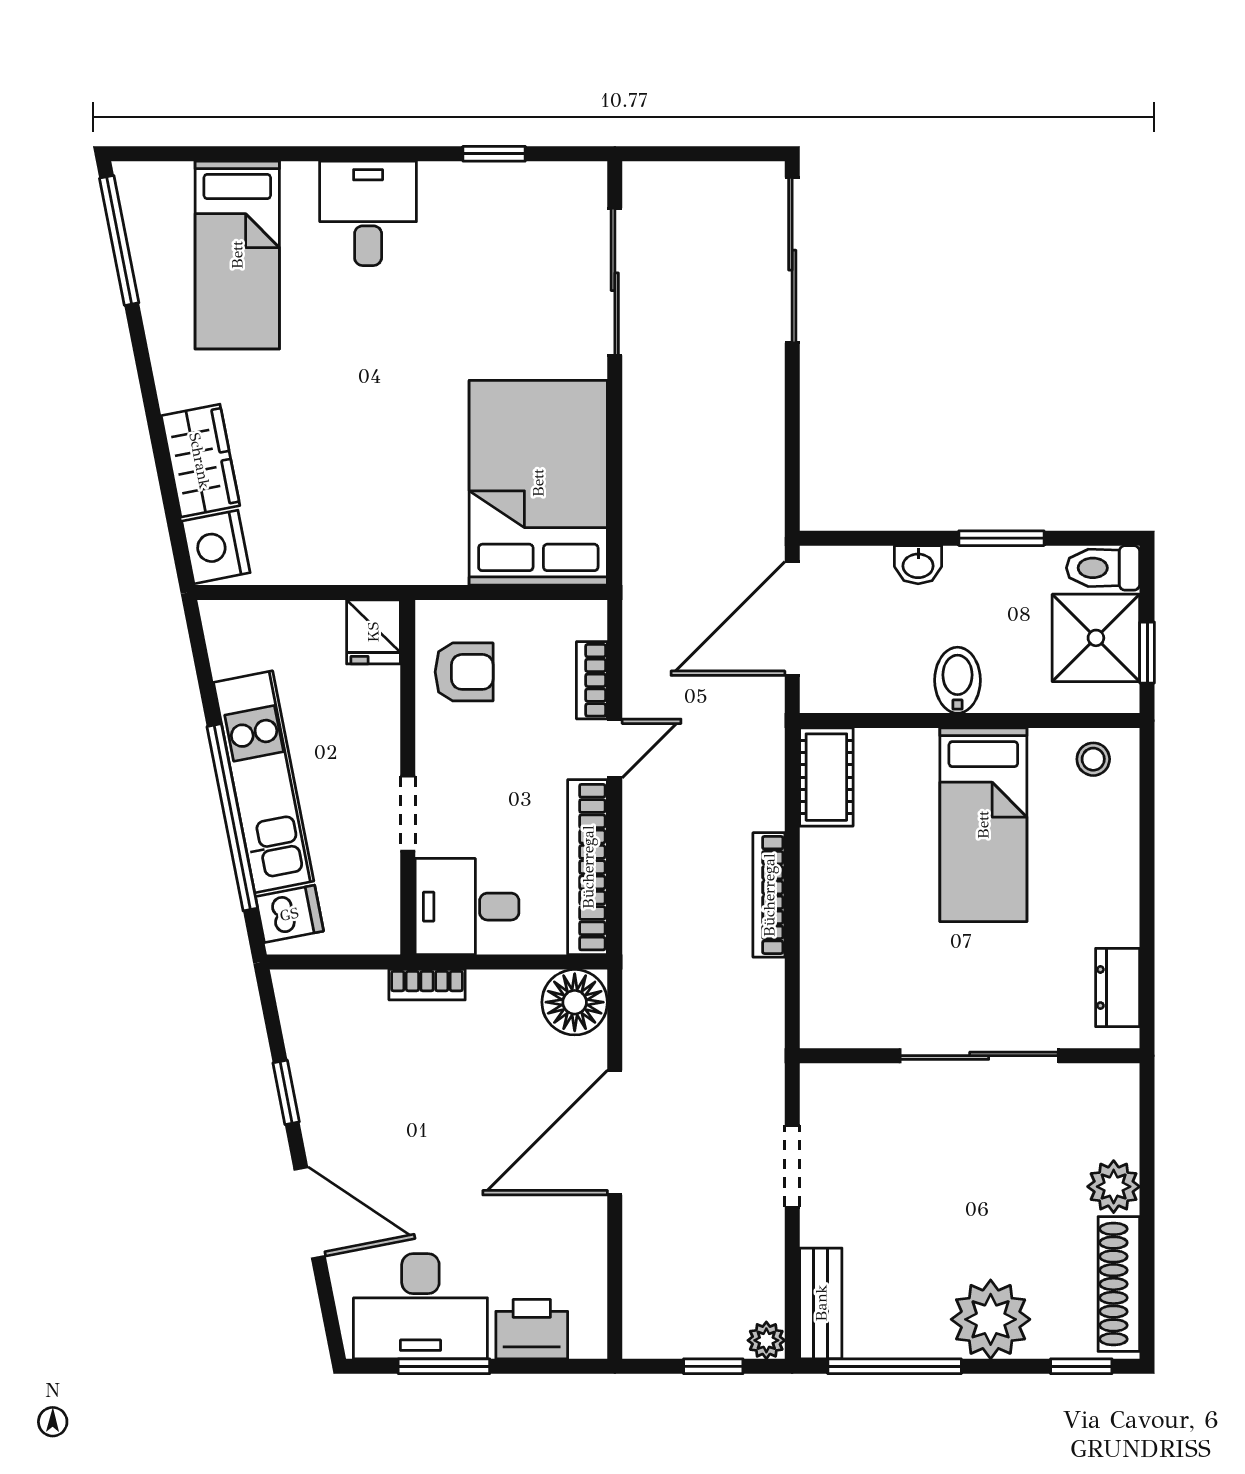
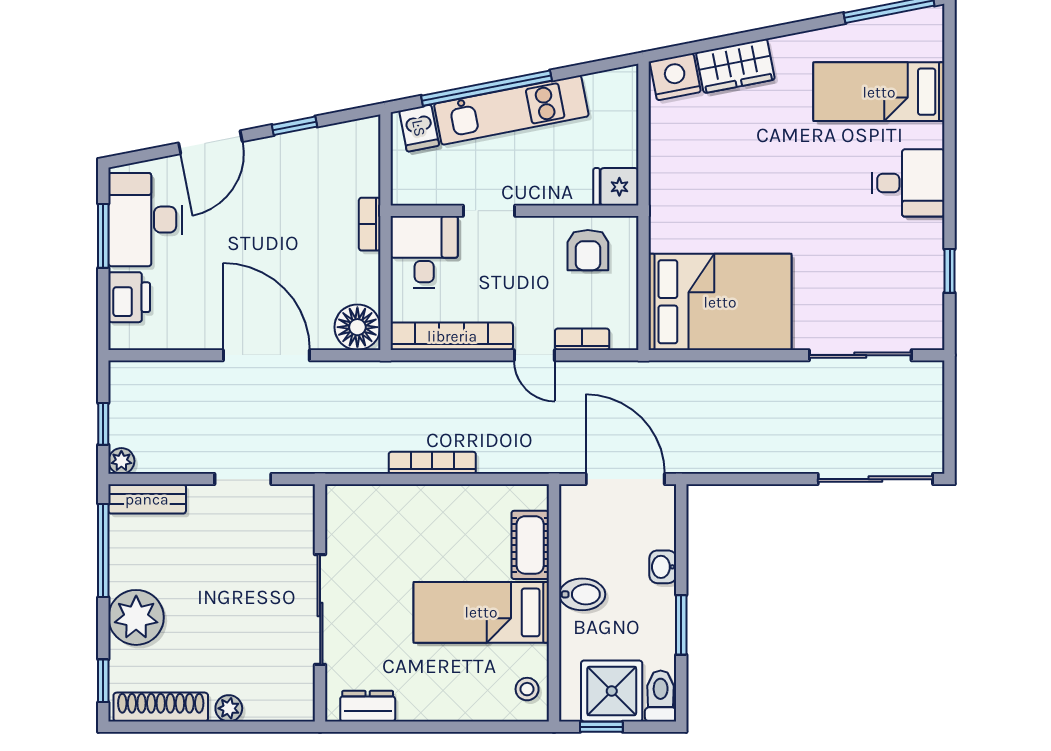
cot: (826, 777) -> (530, 545), moved, turned 90
plant: (1114, 1187) -> (229, 708), width x0.73, depth x0.73

